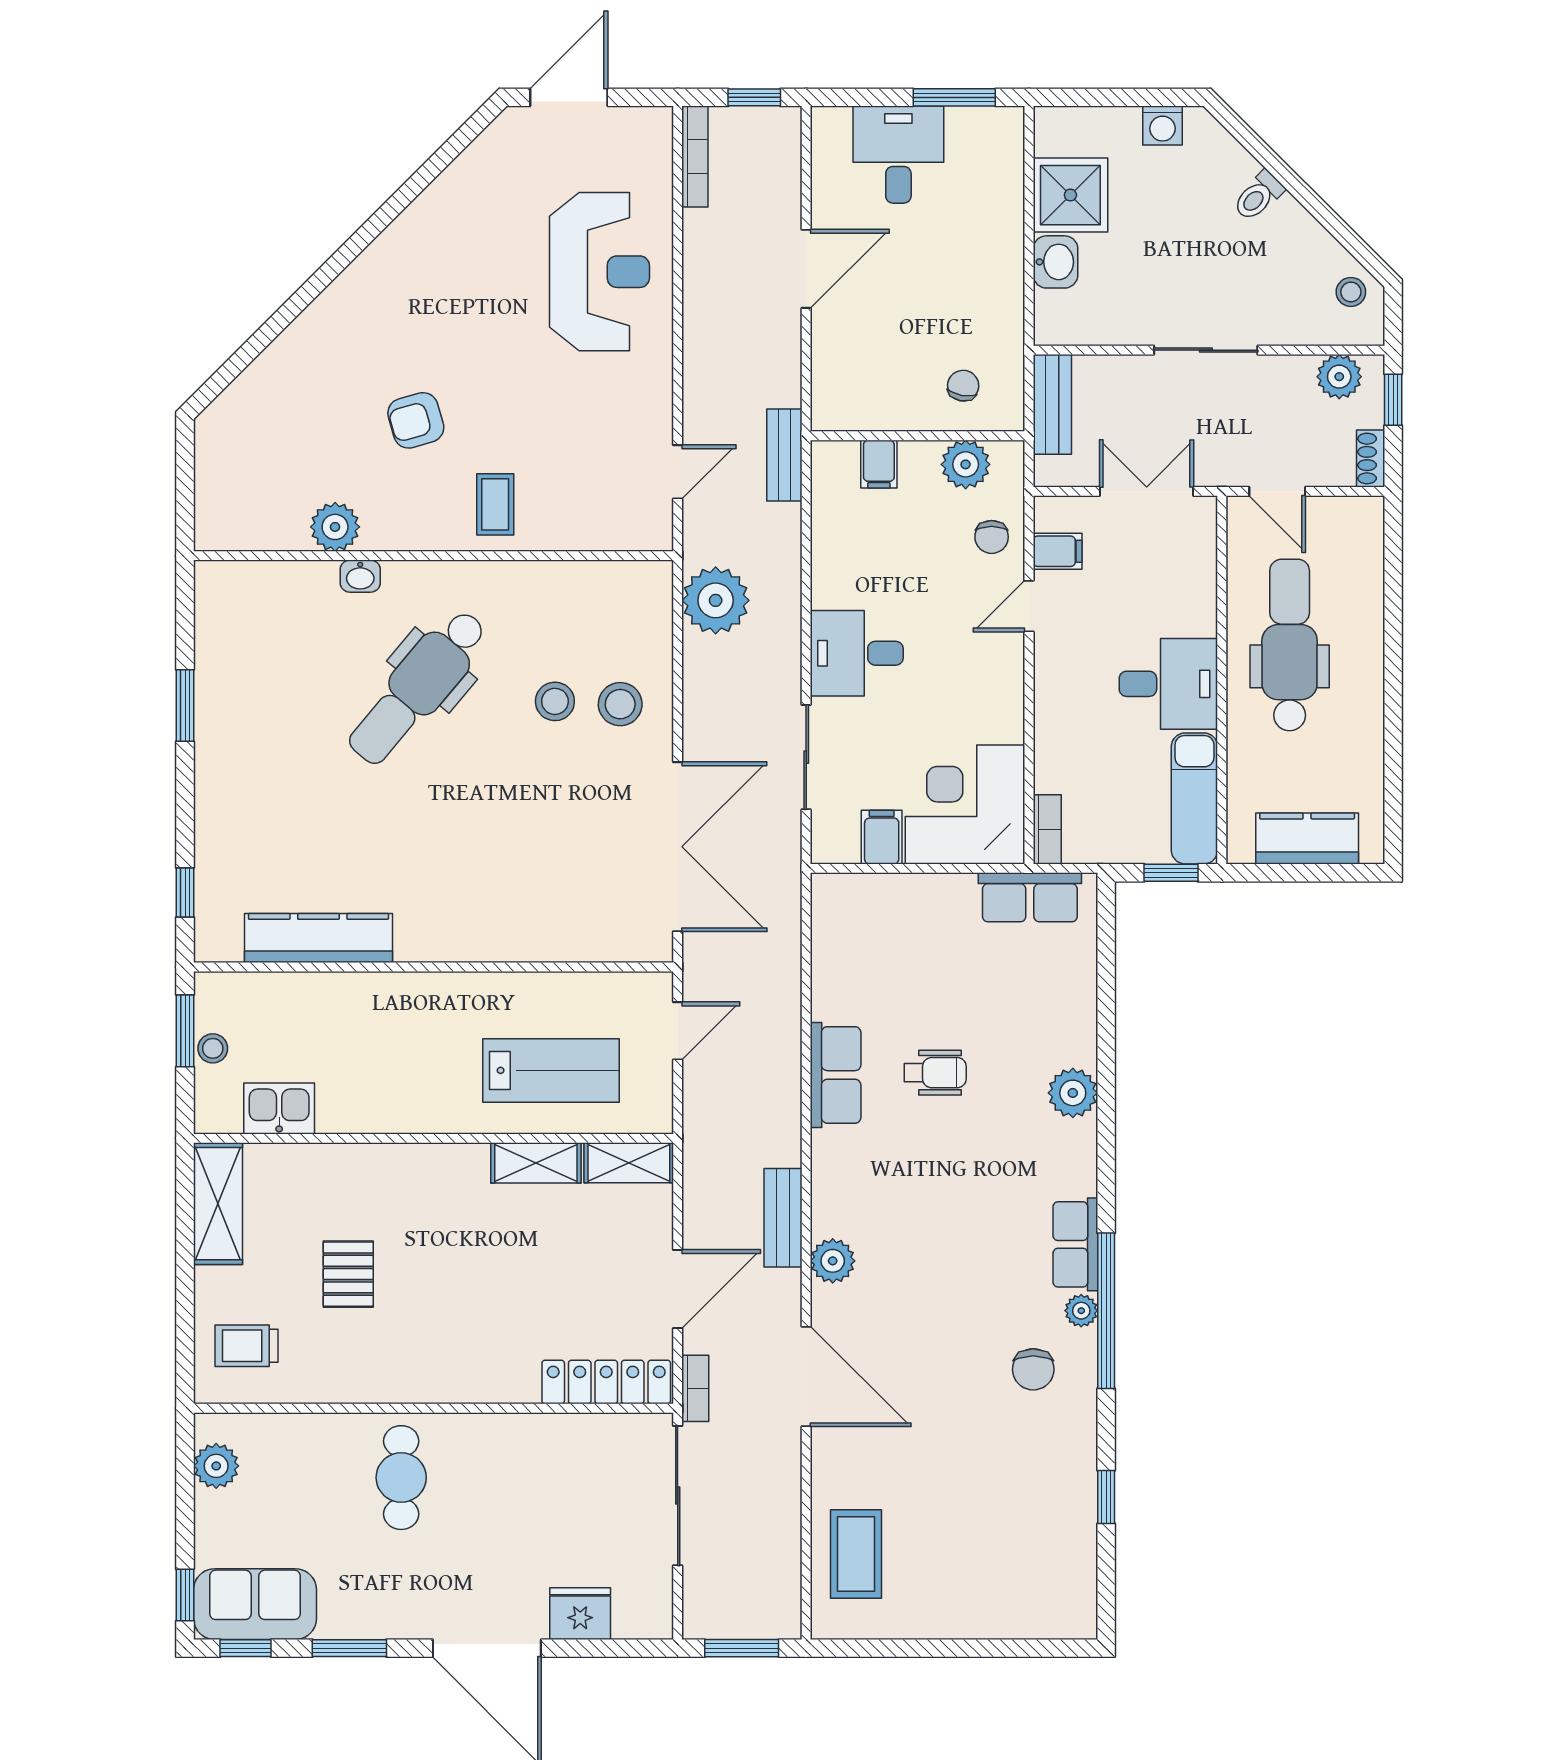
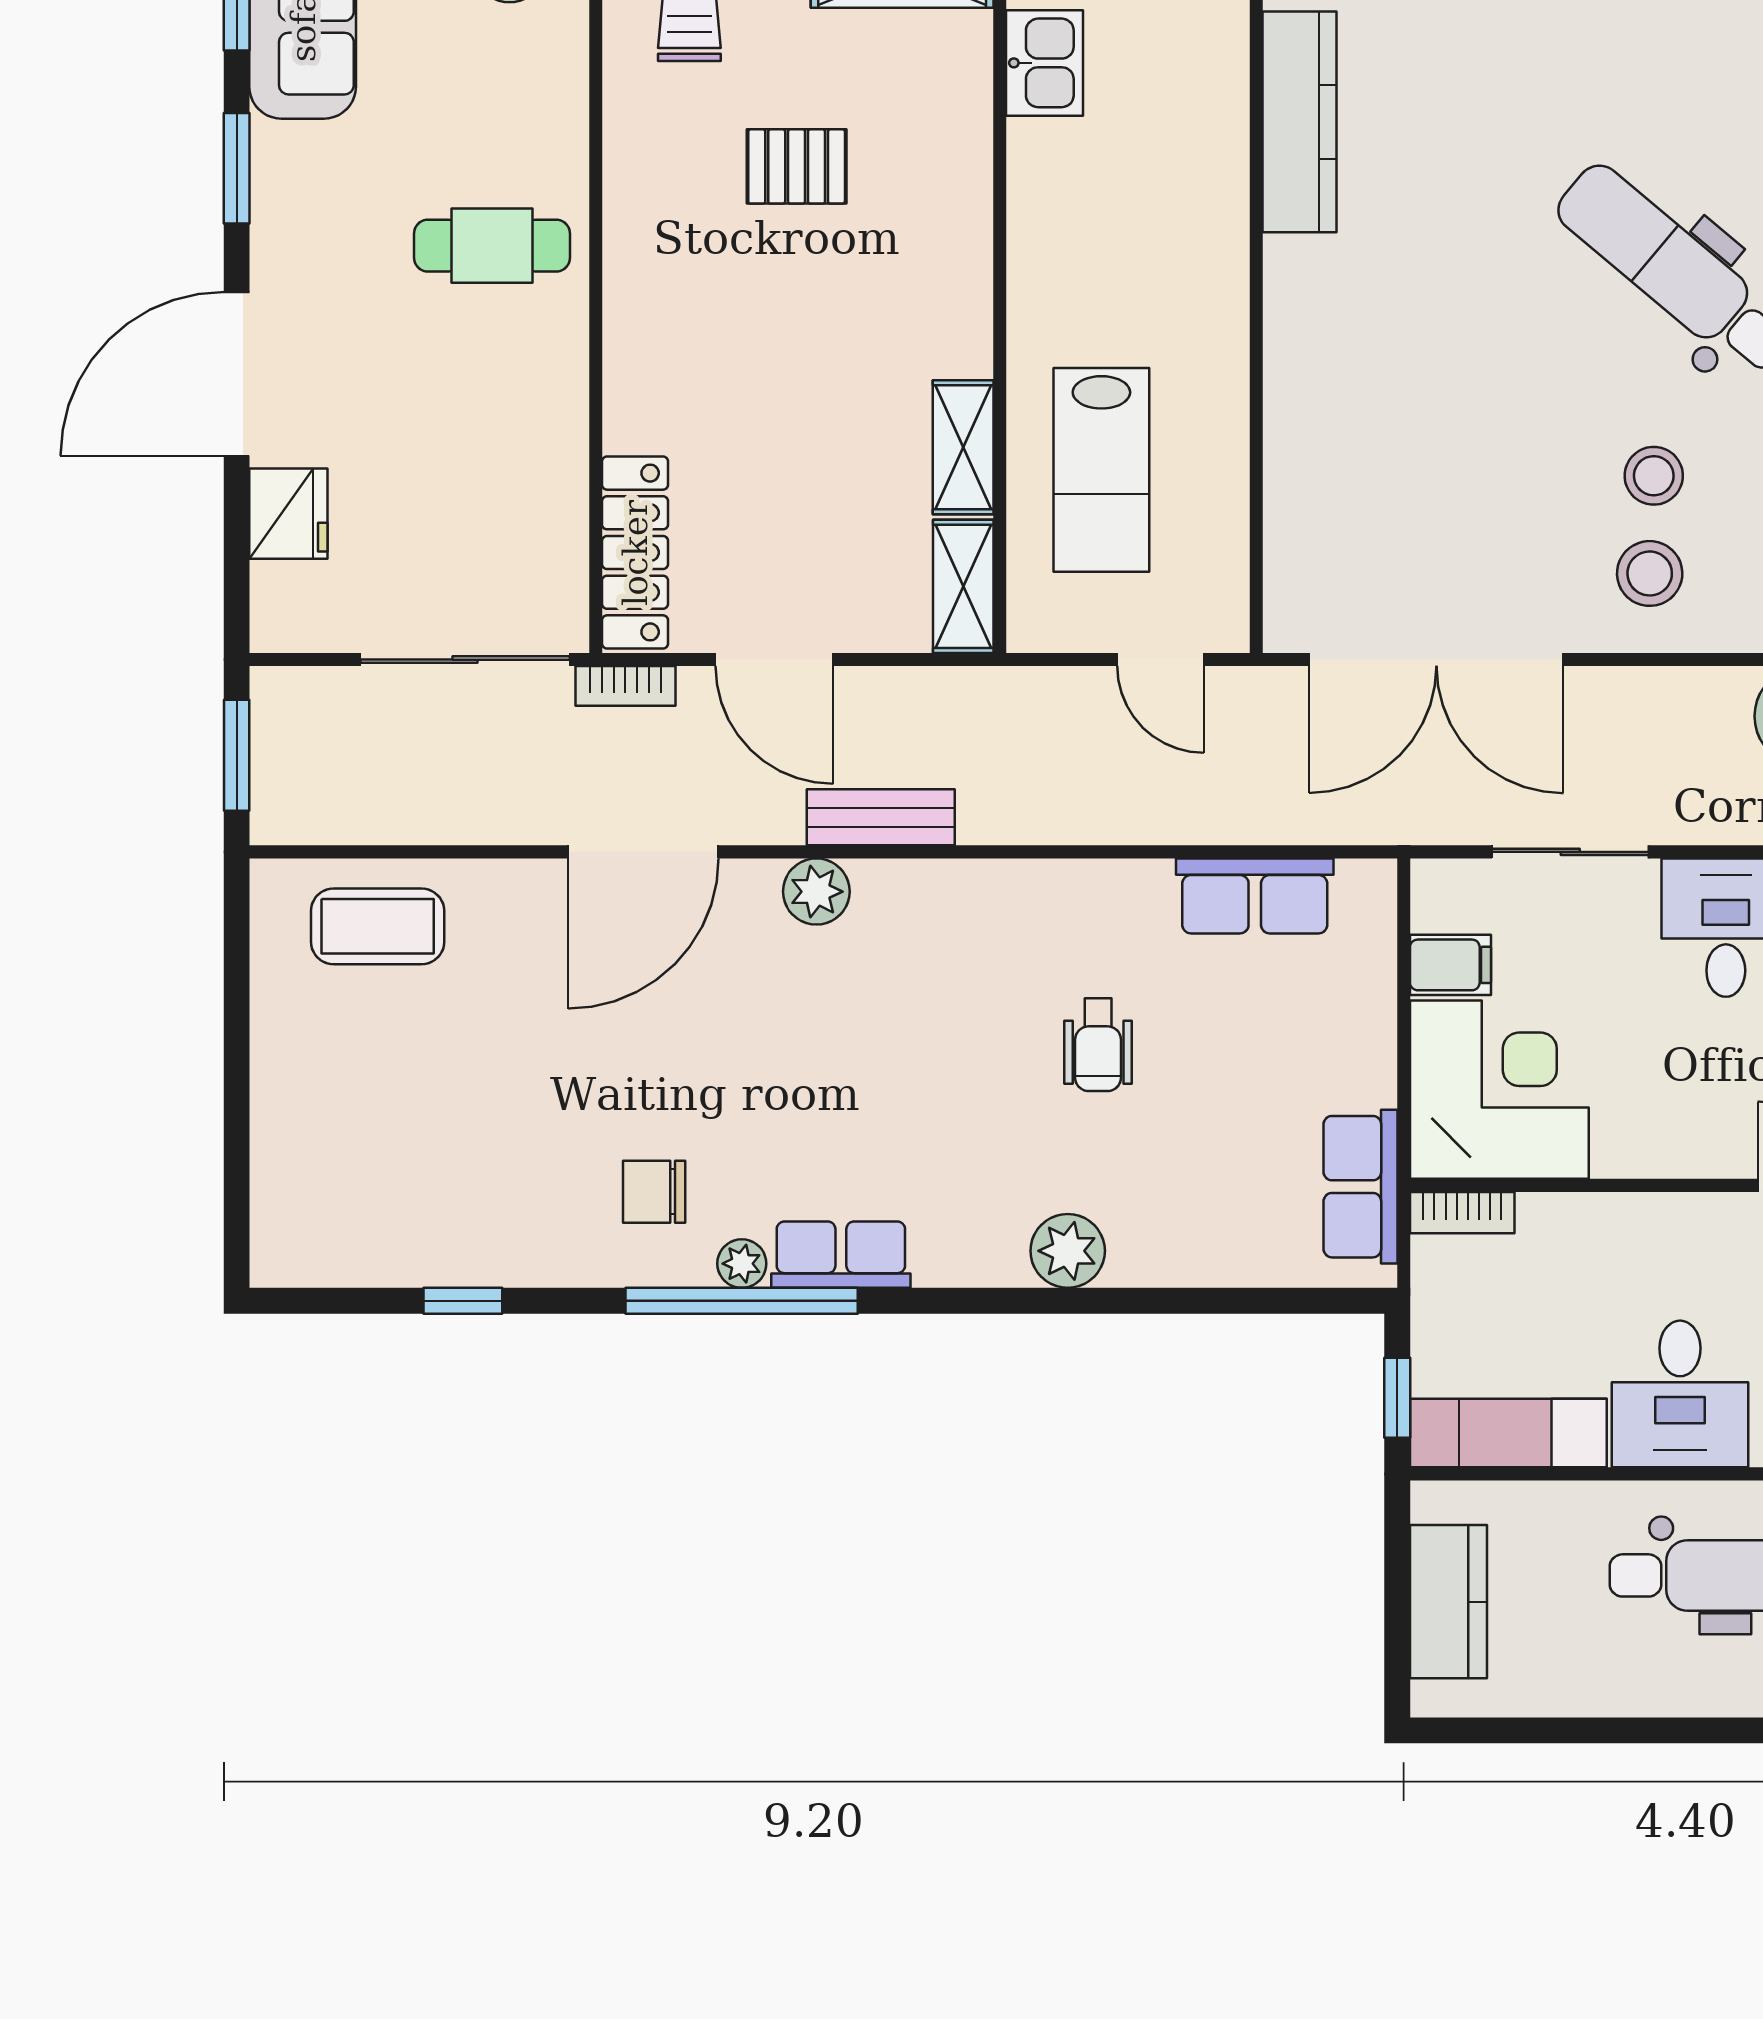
row of seats: (836, 1075) -> (1255, 896), moved

